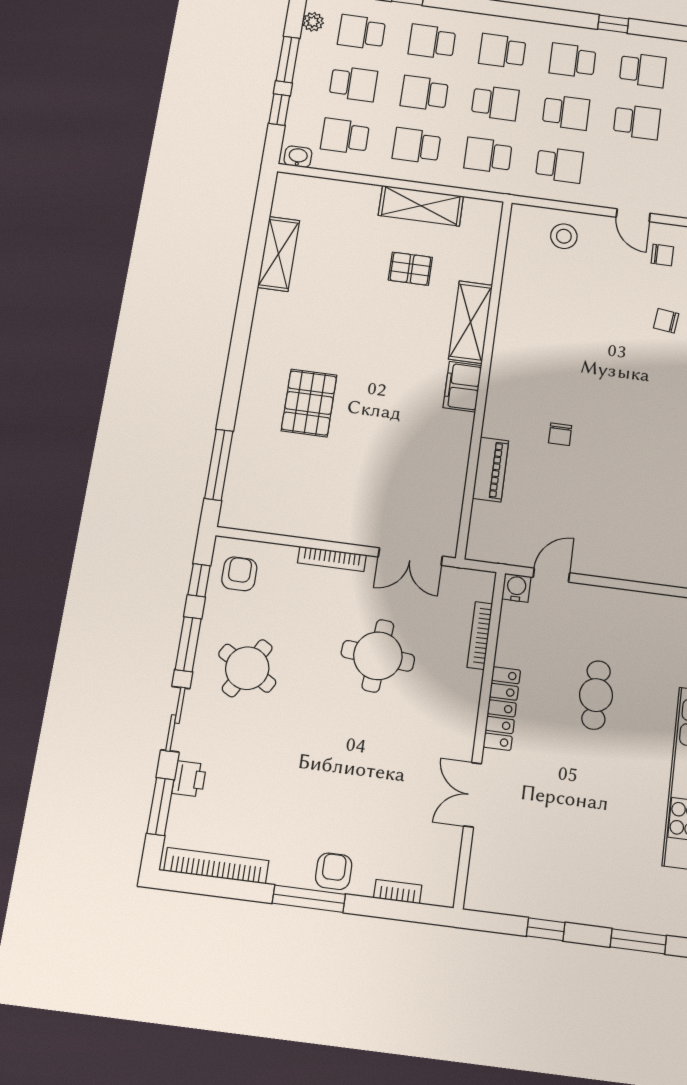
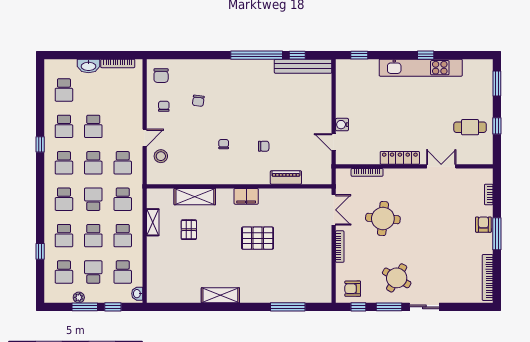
plant: (313, 22) -> (79, 297), moved
school desk: (643, 70) -> (64, 126), turned 180
school desk: (566, 112) -> (93, 163), turned 180
school desk: (637, 122) -> (93, 126), turned 180
school desk: (559, 165) -> (123, 163), turned 180
shelving: (421, 206) -> (153, 222), width x0.67, depth x0.75
door: (633, 215) -> (145, 138), moved
shelving: (278, 254) -> (220, 295), moved
shelving: (471, 322) -> (195, 197), moved
chair: (574, 357) -> (224, 144), added
pallet: (309, 403) -> (258, 238), moved
window: (219, 465) -> (288, 307), moved
water cooler: (516, 588) -> (342, 125), moved
cafe table: (596, 695) -> (470, 127), moved
printer: (189, 779) -> (451, 296), removed
double door: (473, 795) -> (441, 166), swing flipped
window: (160, 806) -> (465, 307), removed
armchair: (334, 871) -> (483, 225), turned 90

